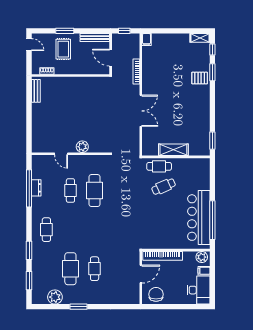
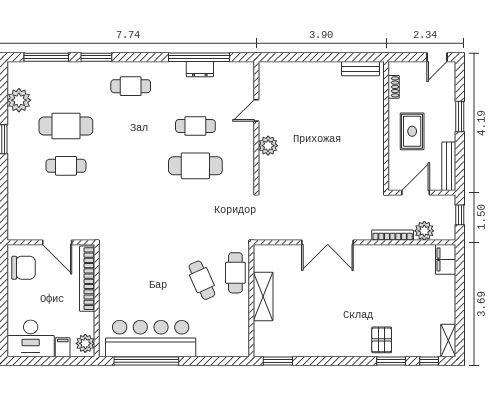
filing cabinet: (147, 40) -> (446, 259), width x2.00
rug: (63, 49) -> (412, 131), moved, turned 90
plant: (134, 52) -> (424, 231), added
window: (29, 281) -> (46, 57), width x1.44

